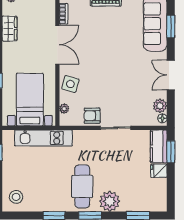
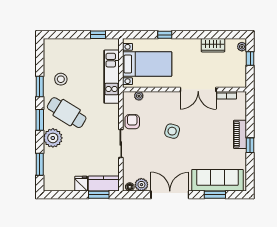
double door: (171, 75) -> (170, 195), width x1.37
side table: (70, 84) -> (172, 131), moved
cafe table: (82, 186) -> (67, 113), turned 32
stool: (16, 197) -> (61, 79), moved

